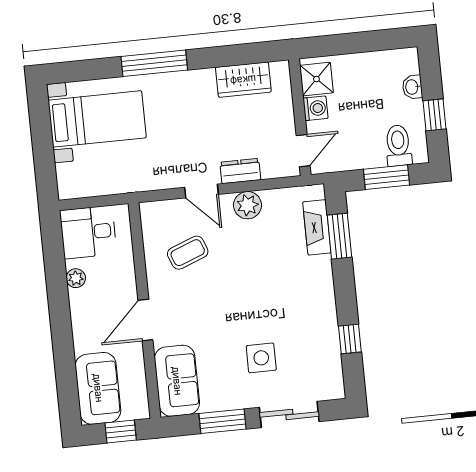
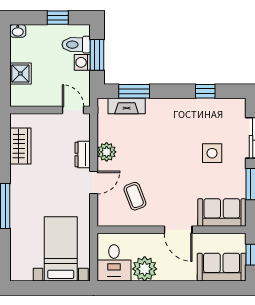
shower: (316, 79) -> (20, 73), moved
washbasin: (412, 87) -> (18, 31), moved
washing machine: (315, 108) -> (82, 62), moved, turned -90
bed with nightstands: (97, 119) -> (61, 249), moved
plant: (76, 278) -> (145, 269), width x1.88, depth x1.88

